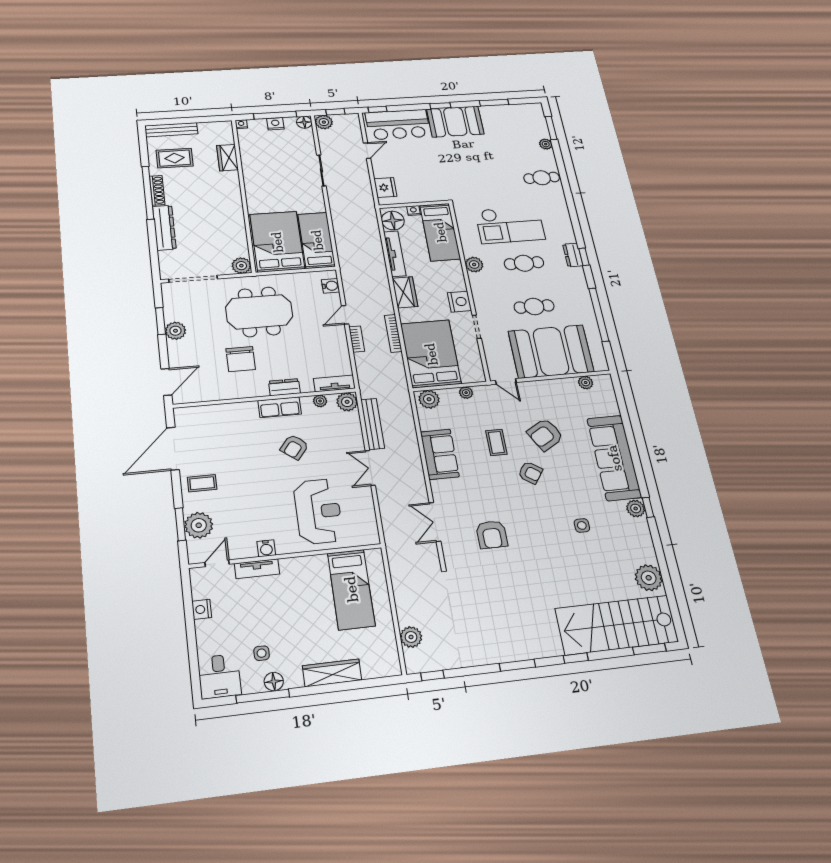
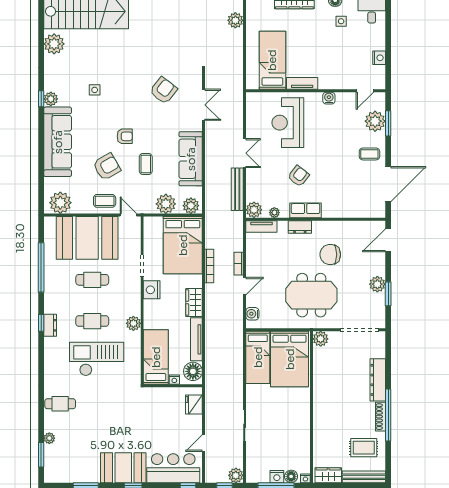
floor lamp: (304, 122) -> (291, 476), moved
wardrobe: (227, 158) -> (328, 475), moved, turned -90
chair: (241, 359) -> (330, 255), turned -90
plant: (586, 383) -> (60, 203), width x1.88, depth x1.88
plant: (466, 393) -> (166, 204), width x1.88, depth x1.88
coffee table: (539, 395) -> (105, 201), added
sofa: (440, 454) -> (191, 159), width x1.36
armchair: (530, 473) -> (125, 136), turned 145
armchair: (492, 535) -> (163, 90), turned 38
tv unit: (257, 569) -> (302, 83), moved

